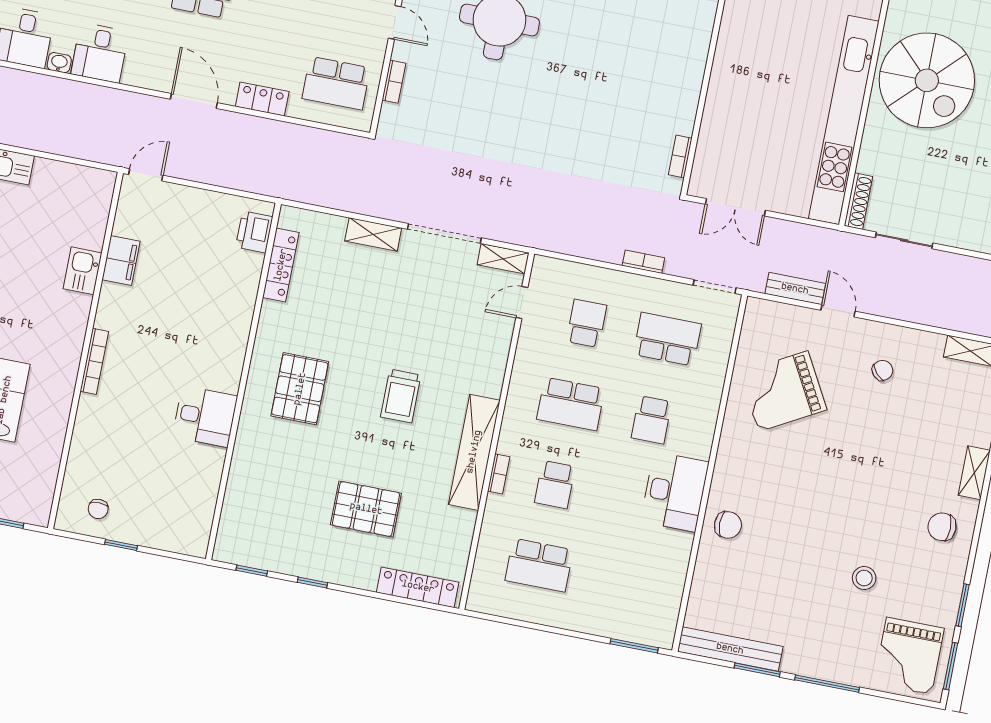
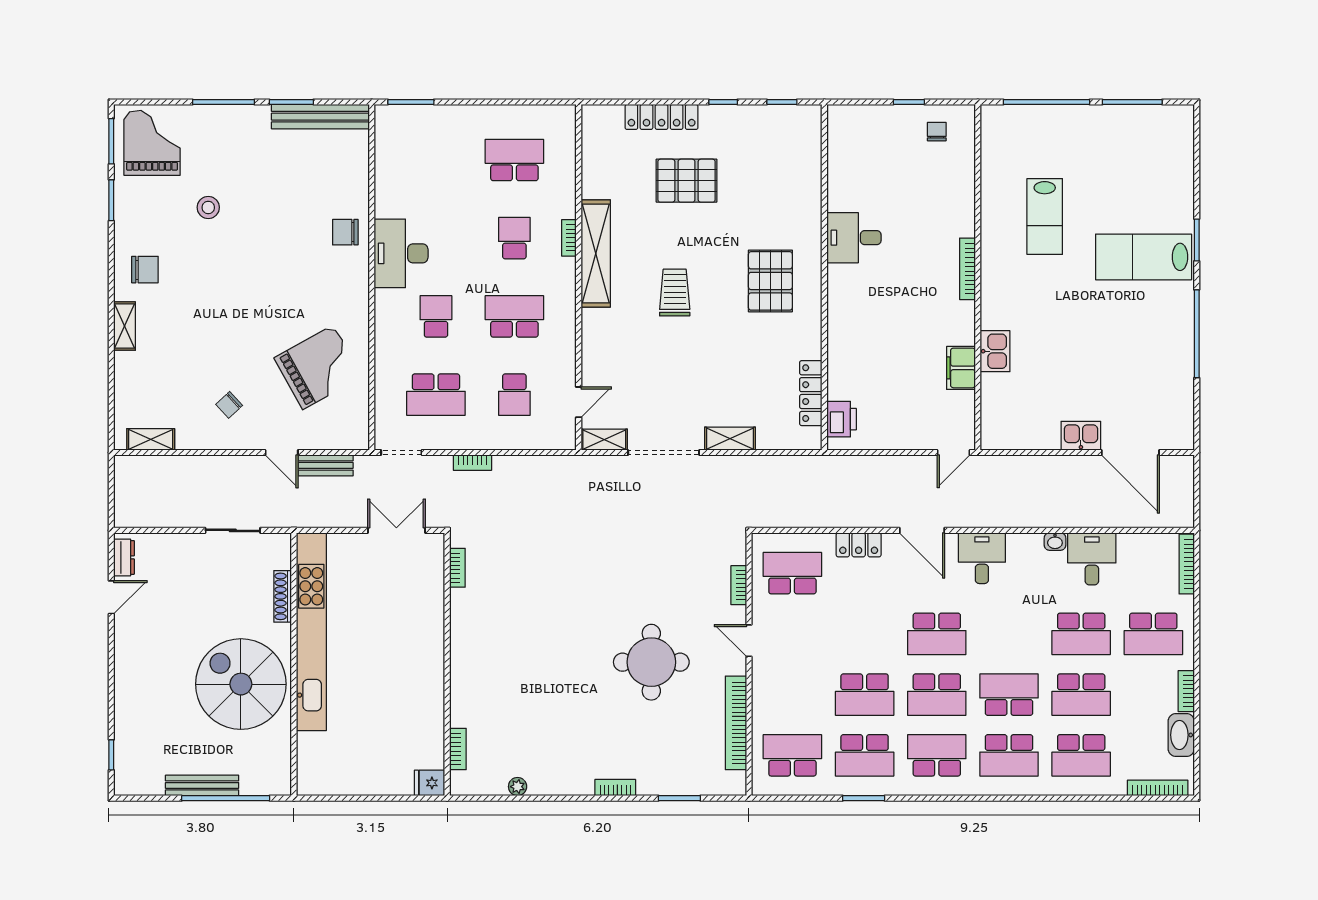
desk: (100, 53) -> (982, 558), moved
shoe rack: (858, 201) -> (283, 596), moved
locker: (418, 587) -> (662, 117), moved

